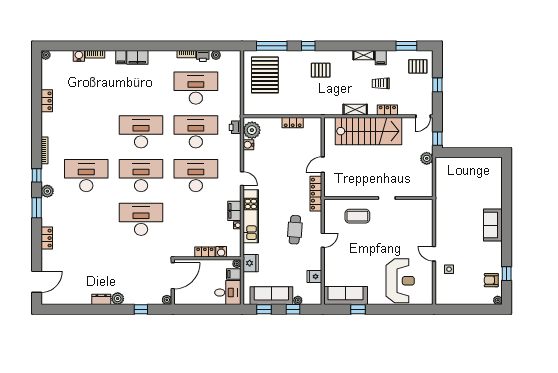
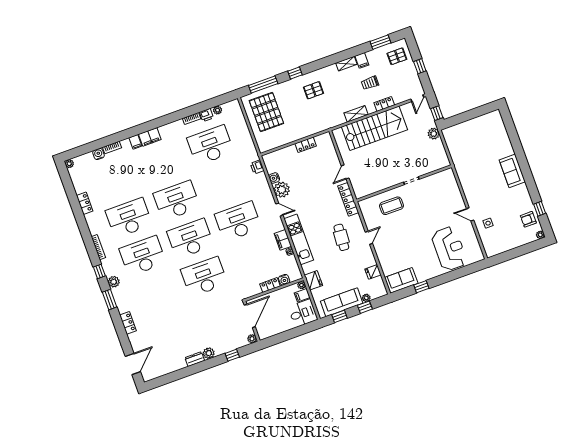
plant: (252, 130) -> (282, 190), moved
desk: (196, 132) -> (129, 218), moved
sofa: (346, 295) -> (401, 280), width x0.73

